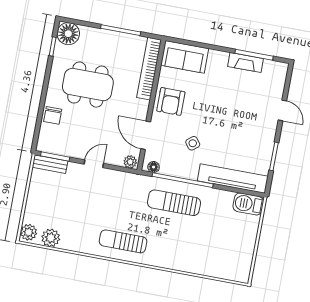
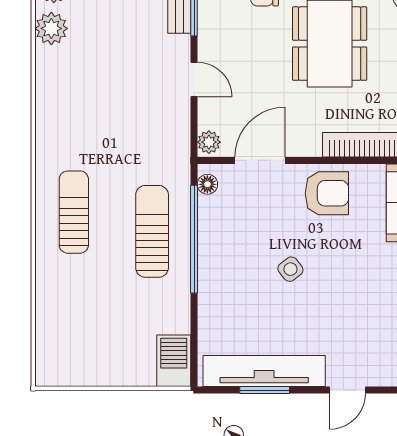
armchair: (171, 101) -> (327, 193), turned 180
side table: (193, 143) -> (290, 269), moved
tv unit: (233, 179) -> (264, 371), moved, turned -90
sun lounger: (123, 241) -> (74, 212), moved

